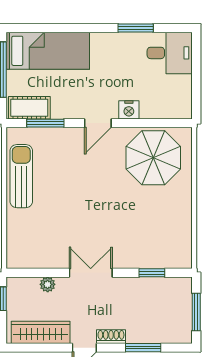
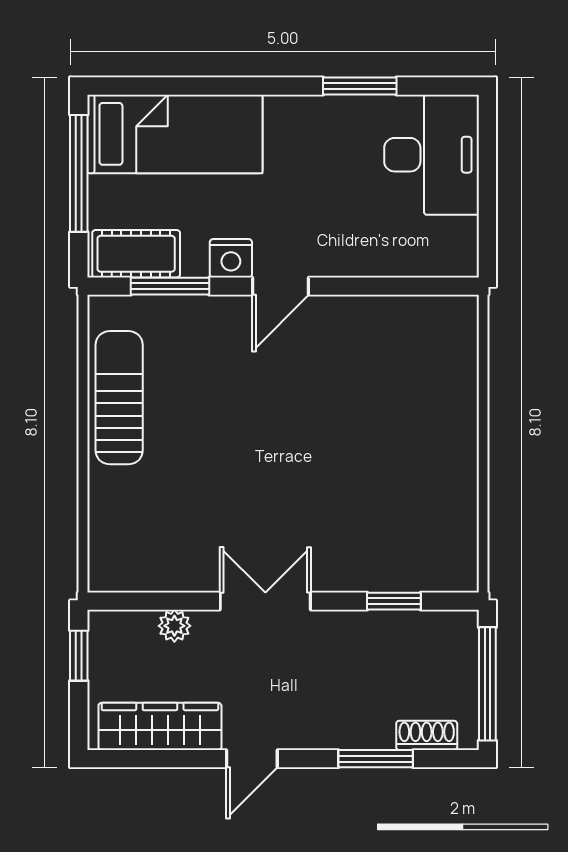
desk: (170, 53) -> (432, 155), width x1.37
nightstand: (129, 110) -> (231, 258), moved
parasol: (153, 158) -> (397, 359), removed
window: (196, 312) -> (487, 684), width x1.44
shoe rack: (111, 337) -> (427, 735), moved

